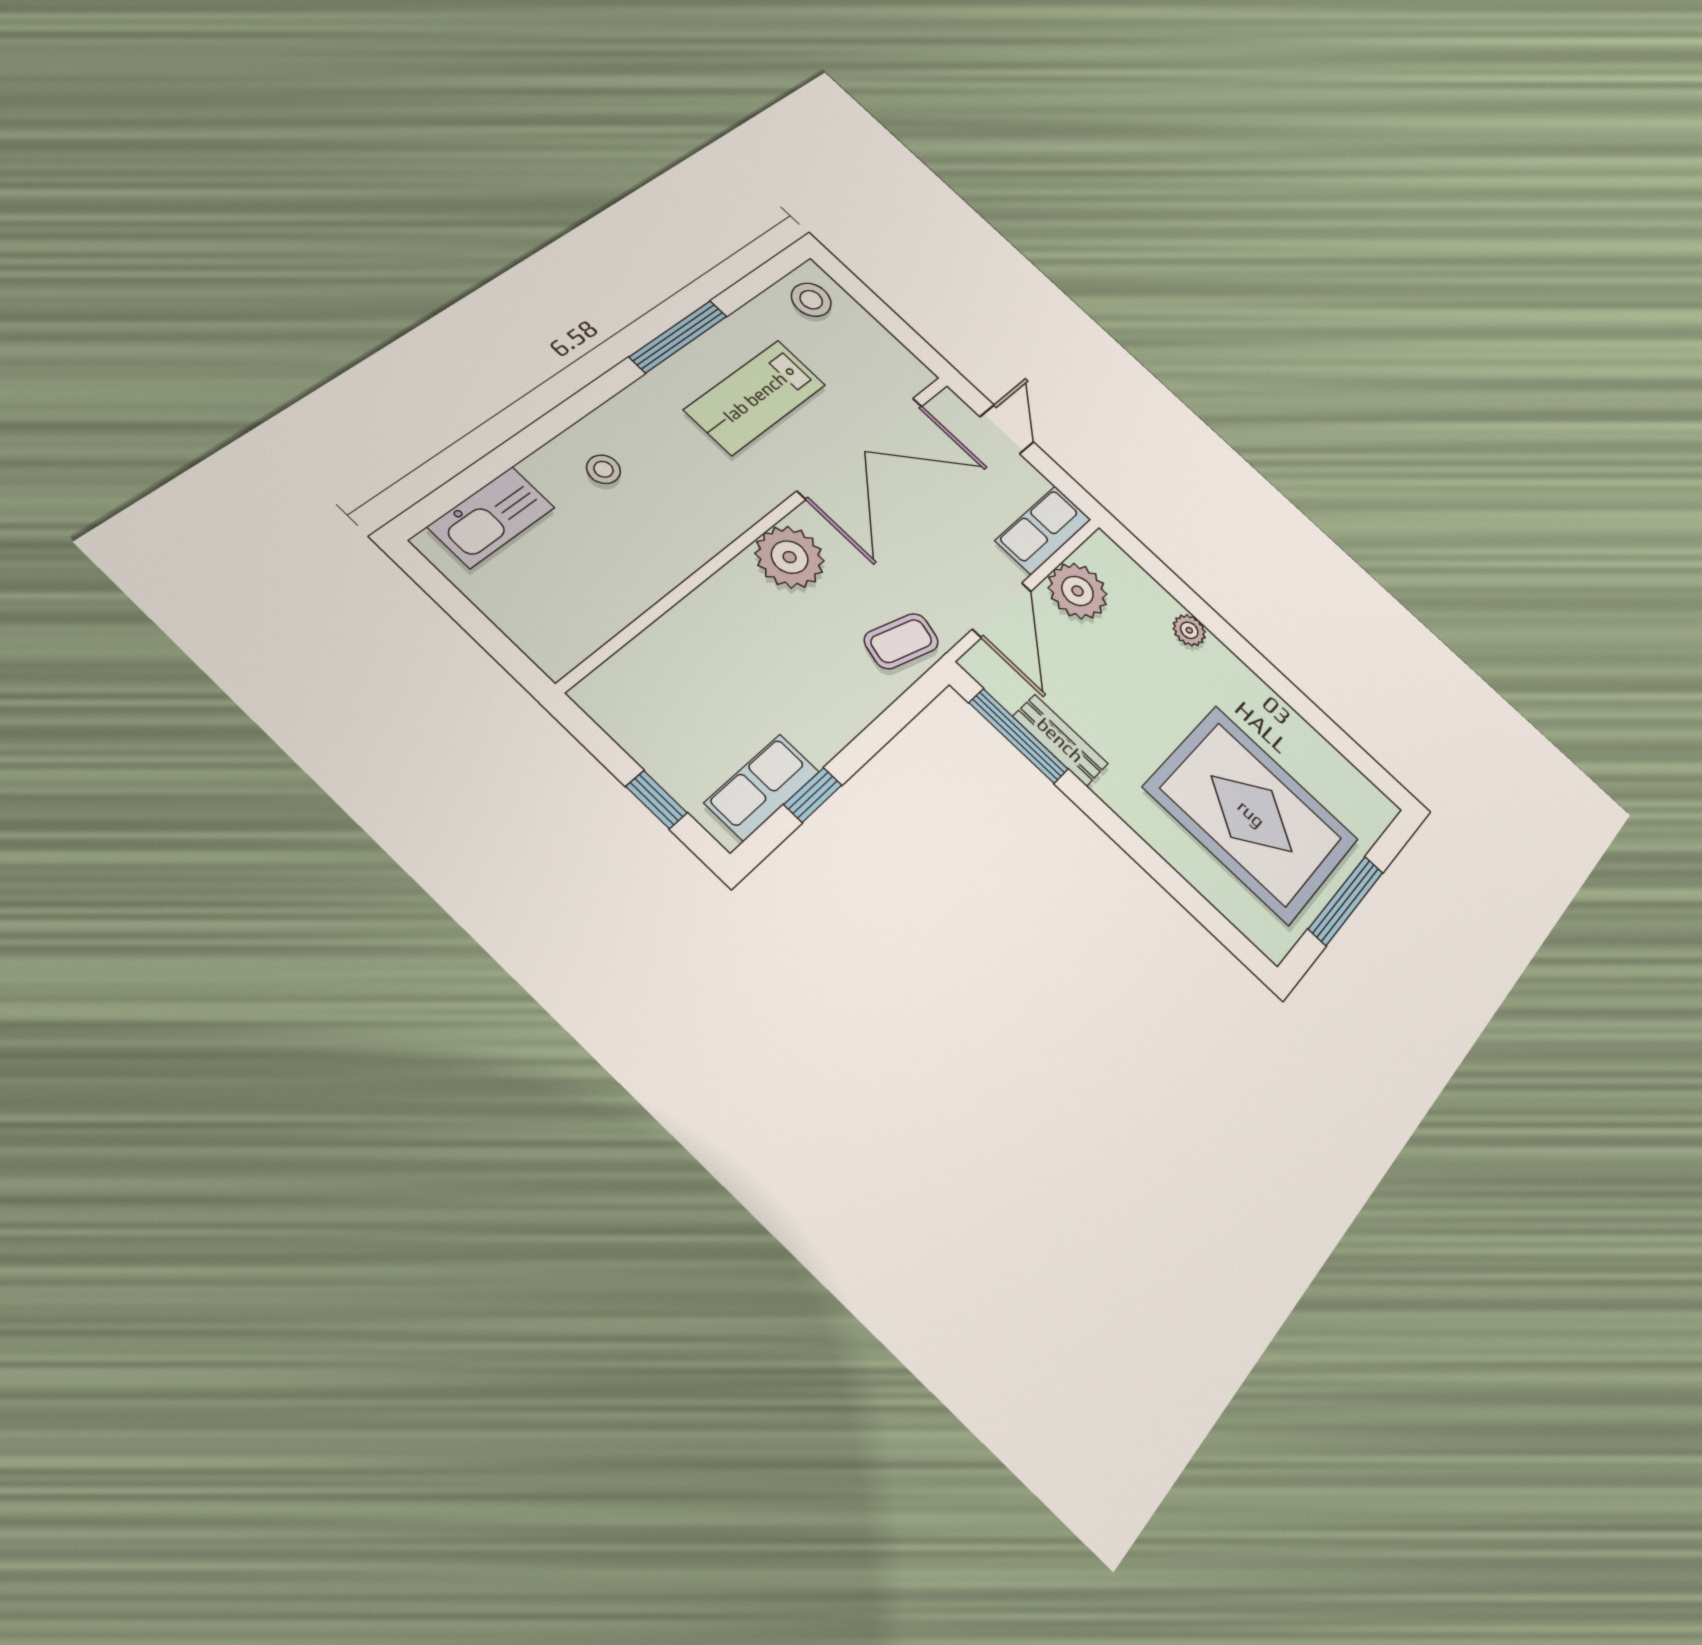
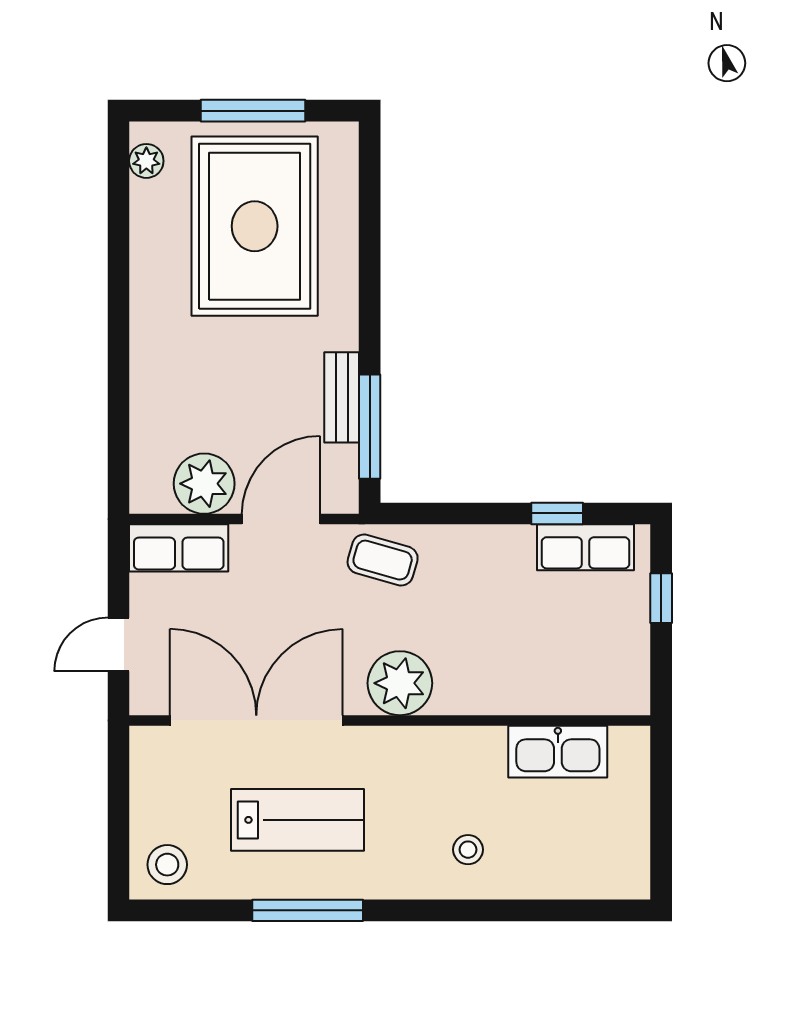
kitchen sink: (491, 517) -> (558, 752), moved, turned 180
plant: (1189, 630) -> (146, 161), moved

